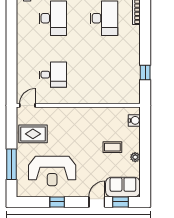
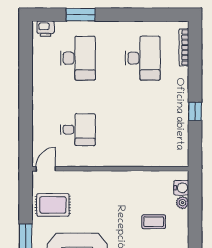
window: (145, 72) -> (195, 111), moved
plant: (135, 157) -> (183, 203), moved

